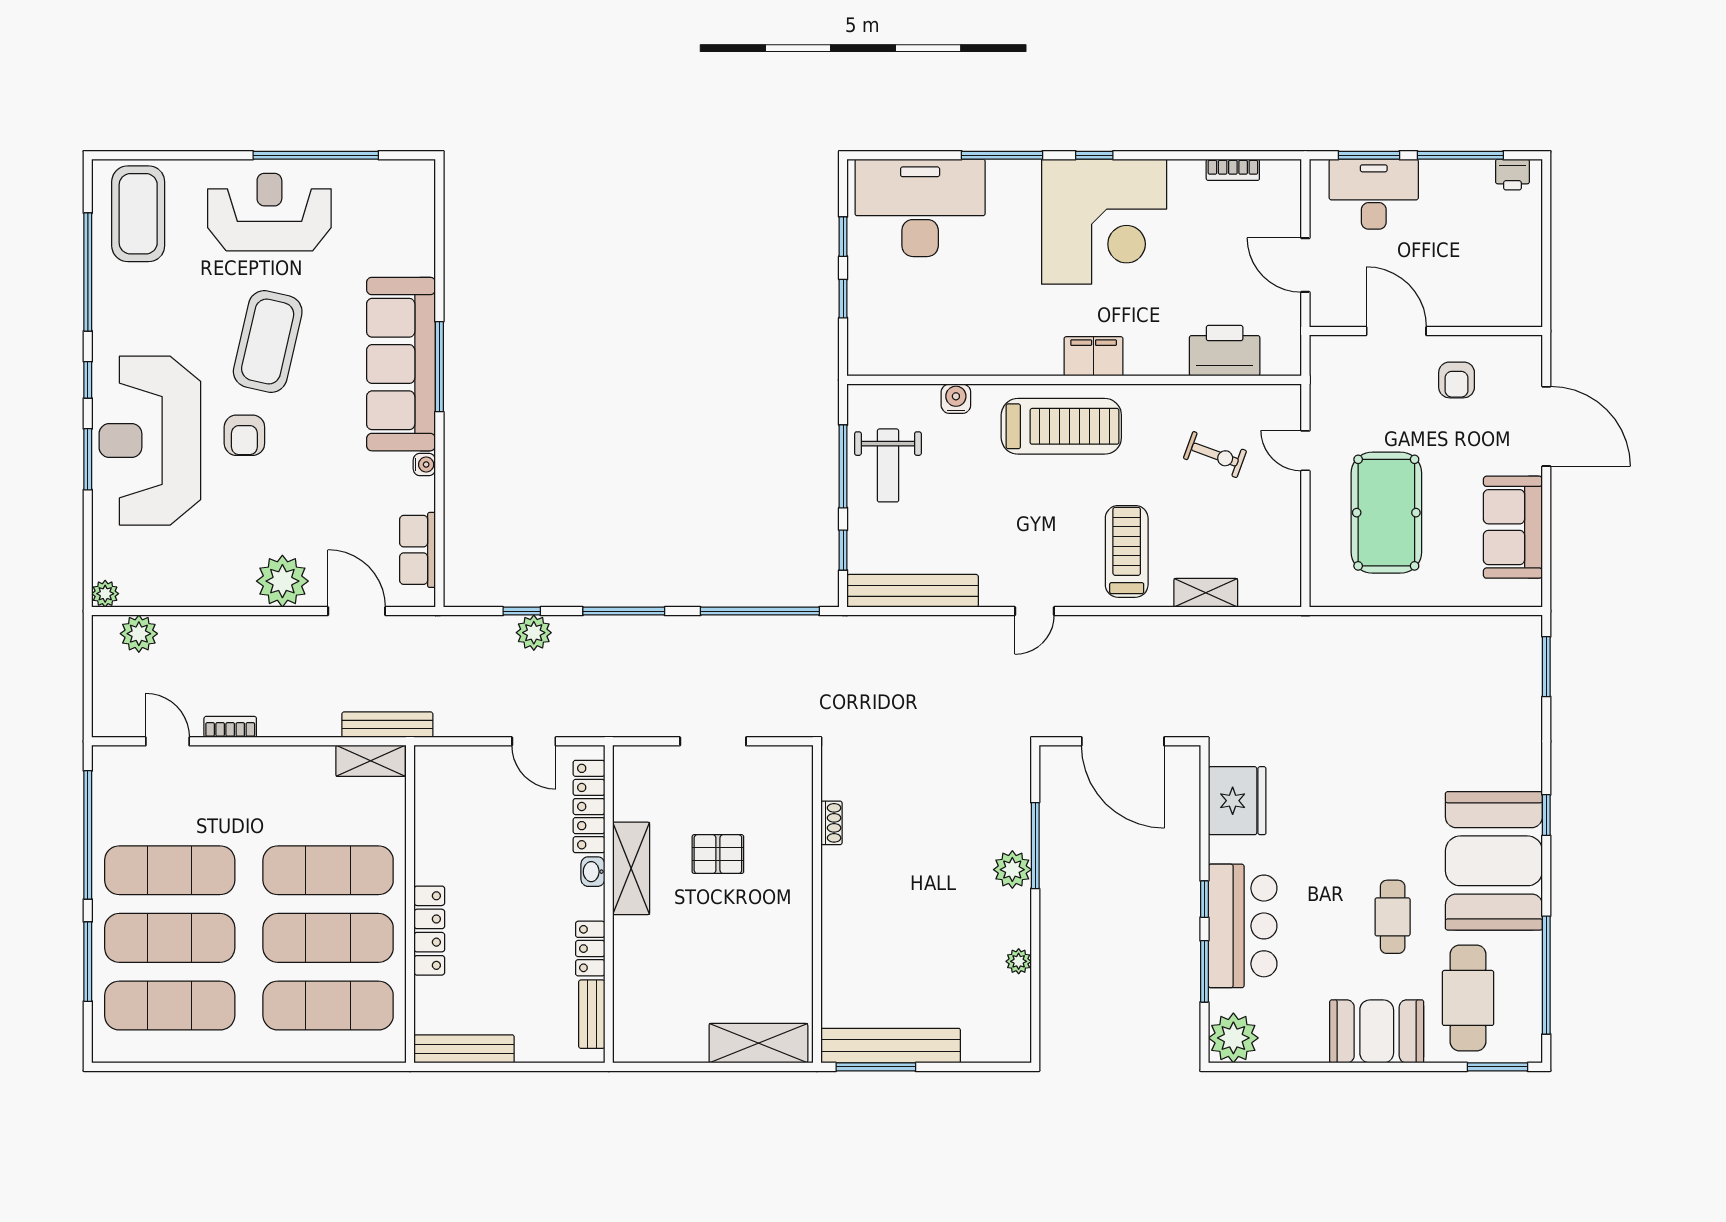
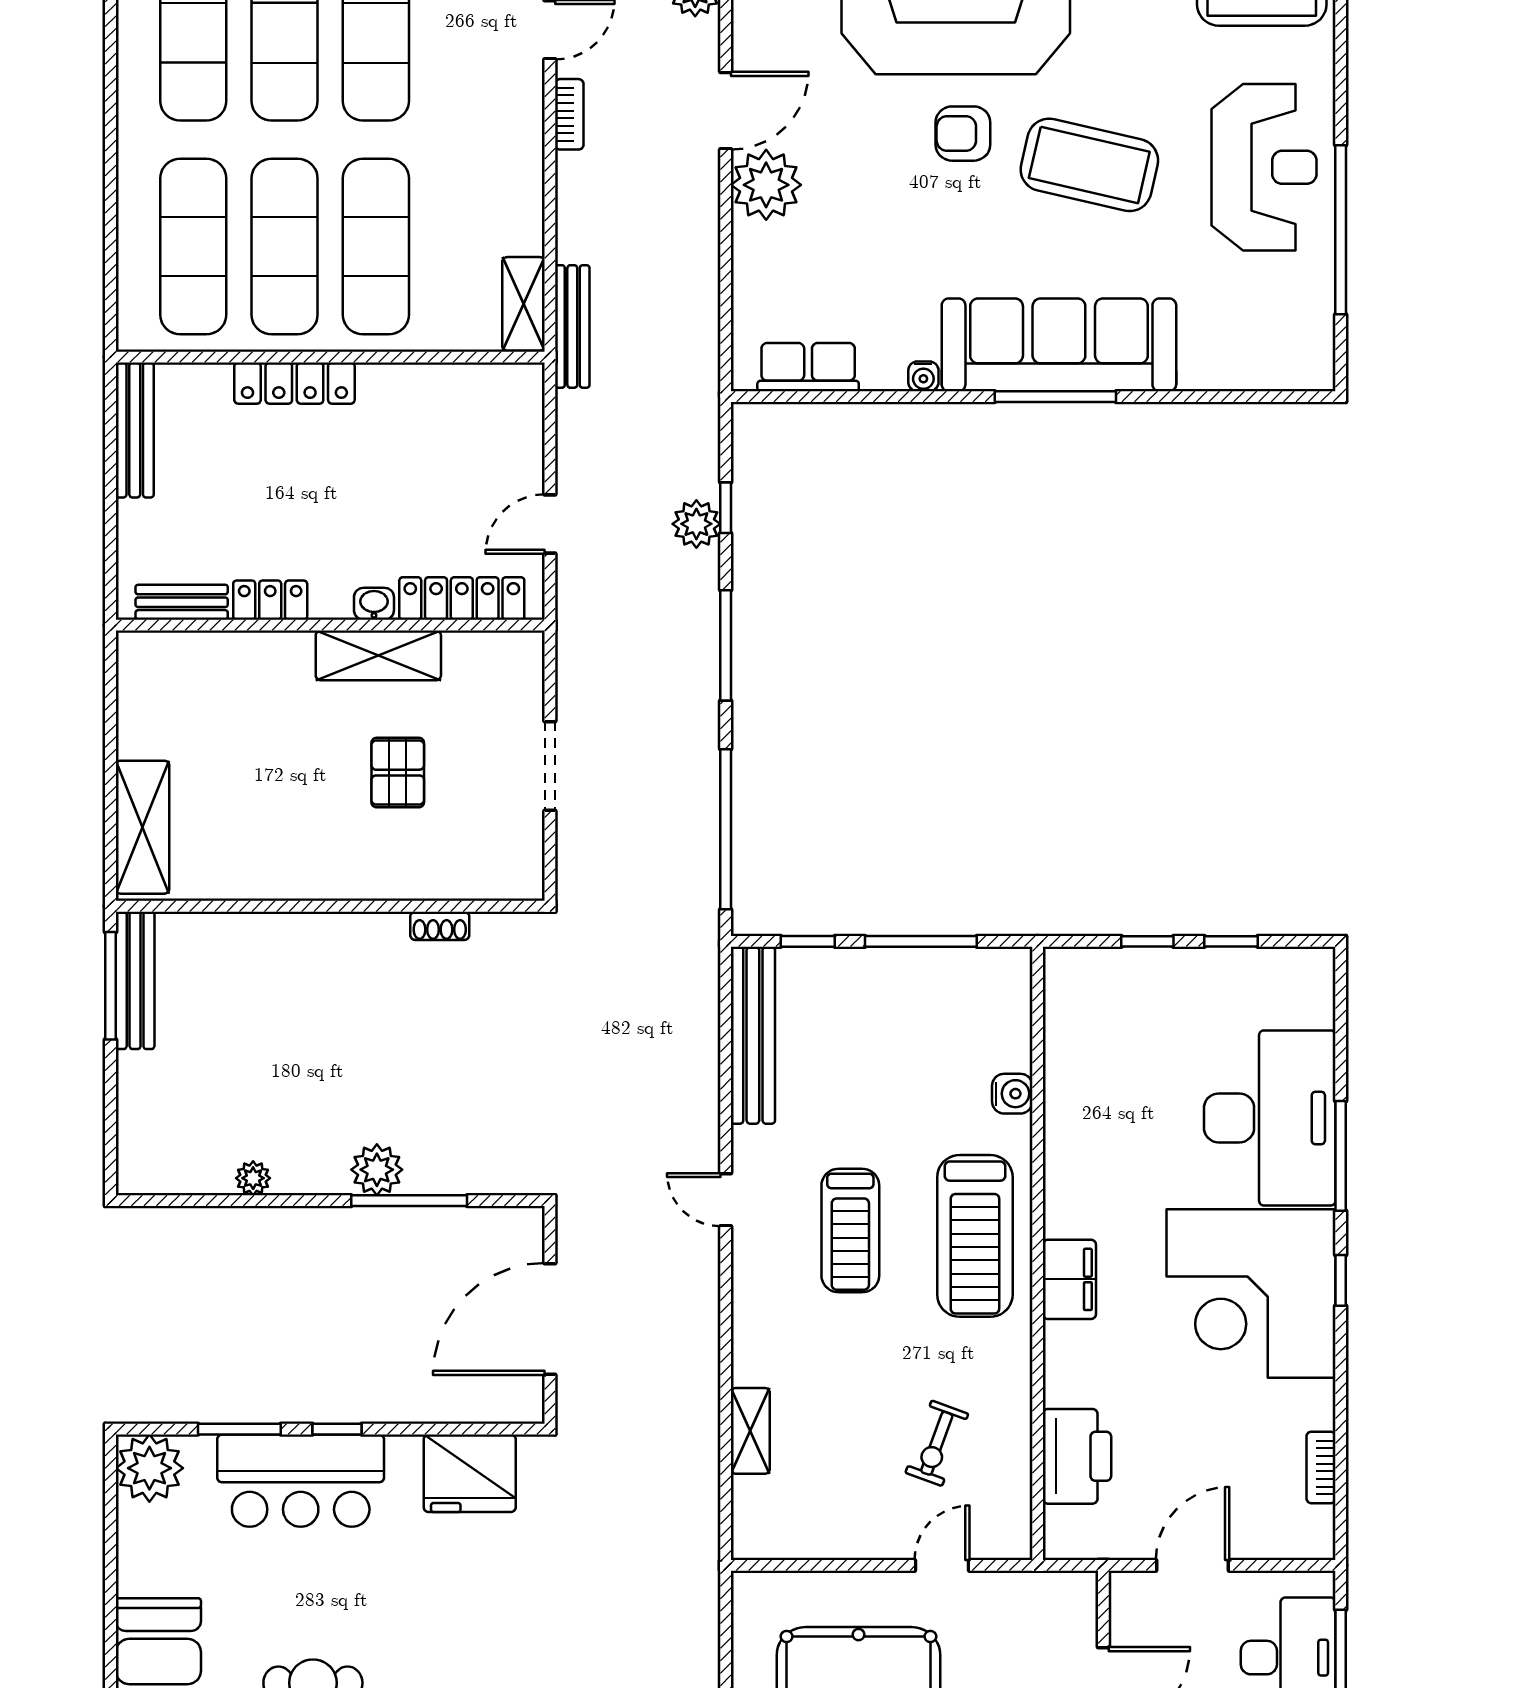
desk: (920, 208) -> (1270, 1118), moved
weight bench: (888, 465) -> (922, 1002), removed
treadmill: (1127, 551) -> (850, 1230), moved, turned 90
door: (357, 611) -> (726, 111), moved
bench: (891, 1046) -> (135, 980), width x0.73, depth x0.82

